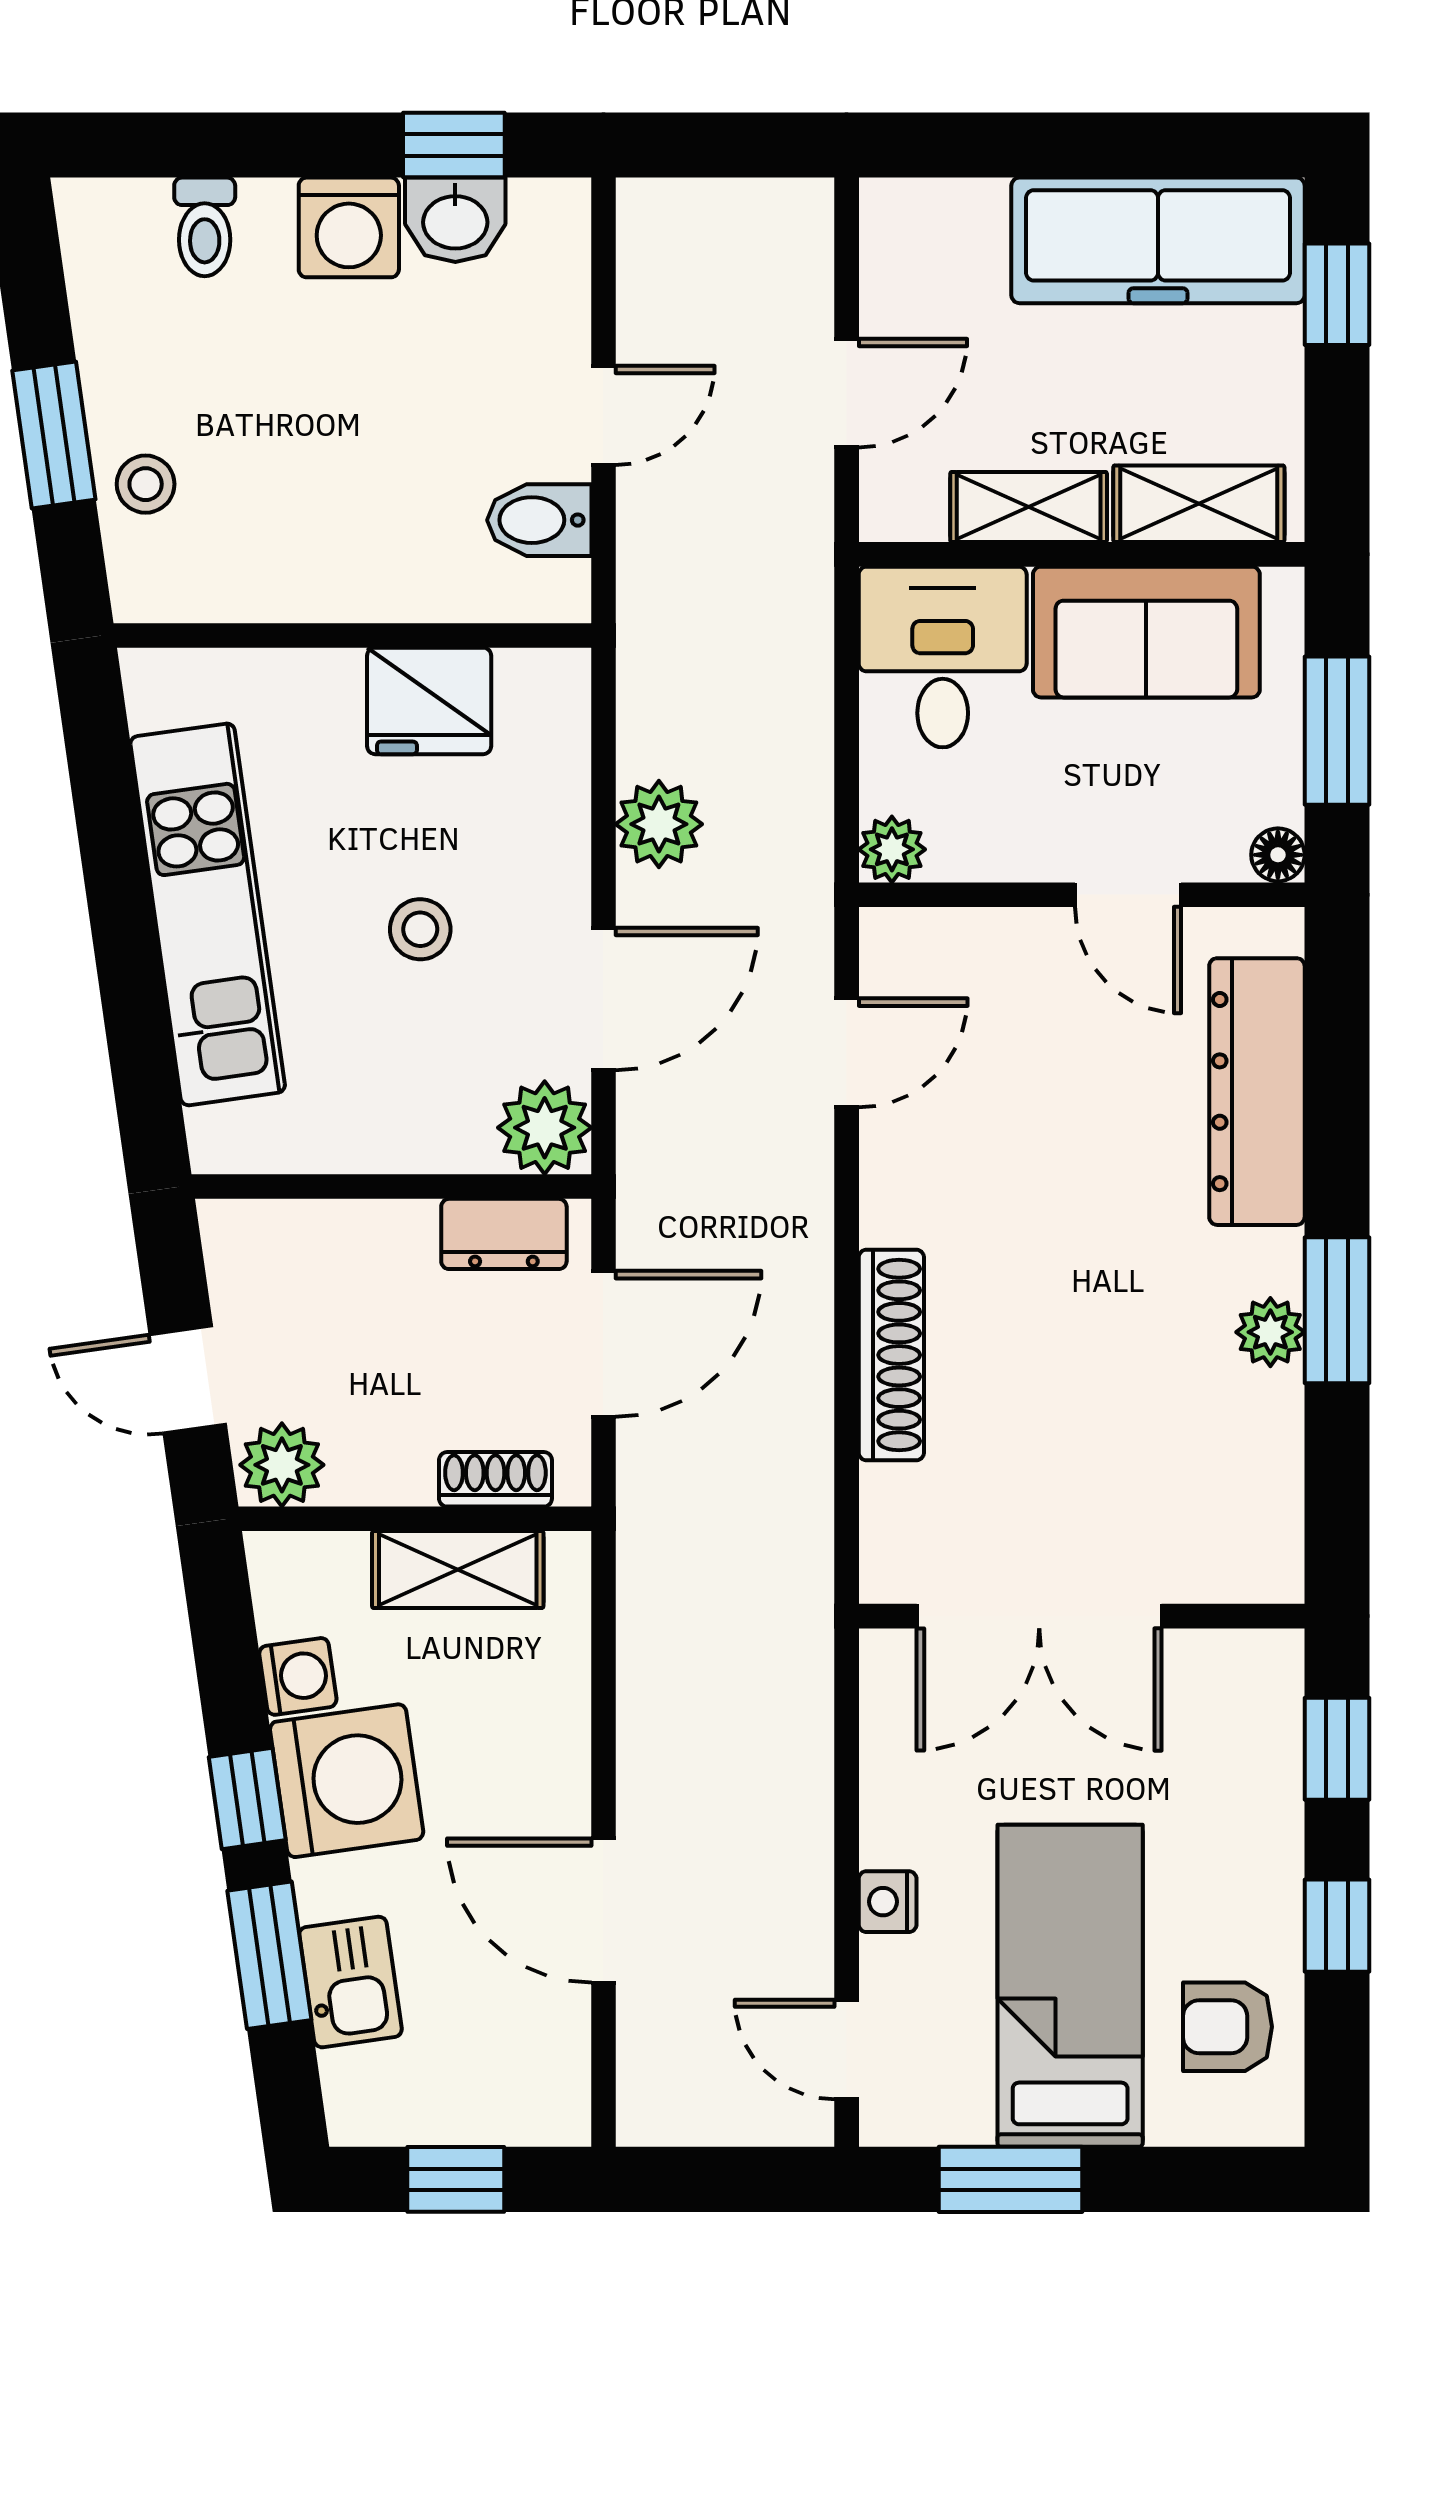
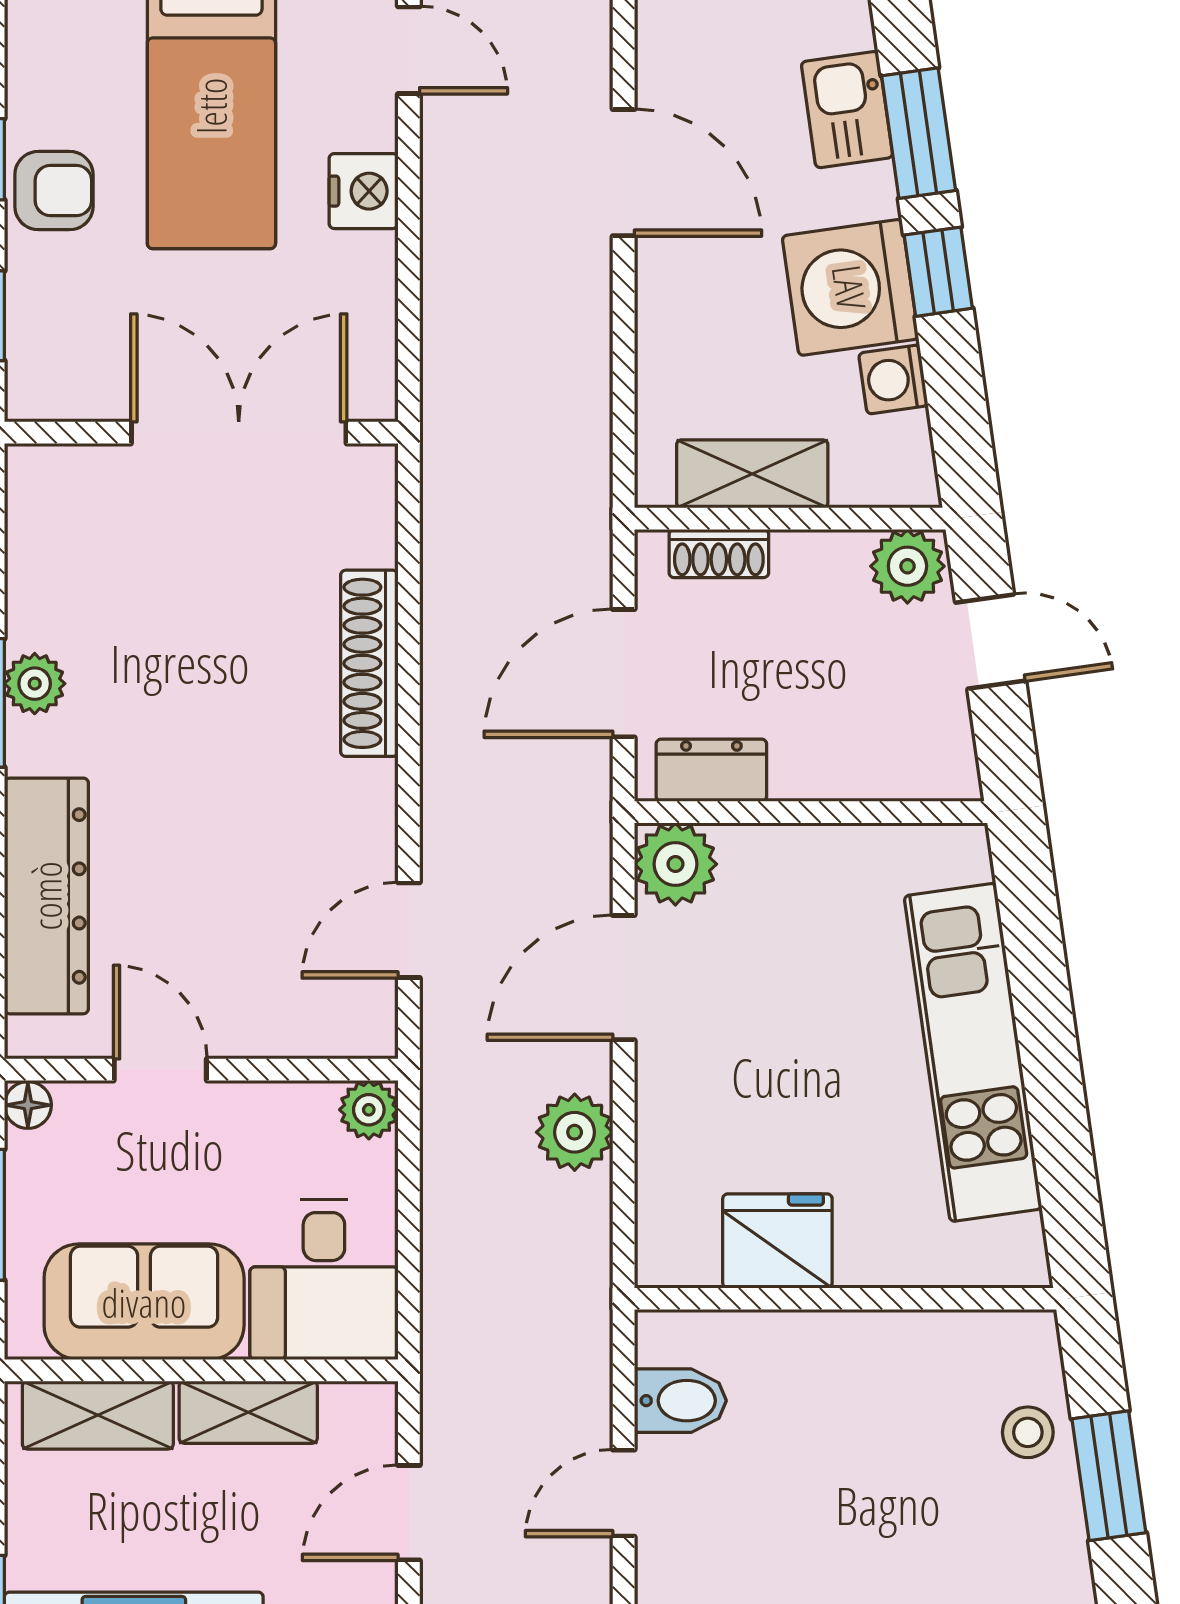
stool: (420, 929) -> (785, 1039), removed
nightstand: (888, 1902) -> (364, 191), width x1.39, depth x1.35
armchair: (1228, 2027) -> (54, 191), moved

